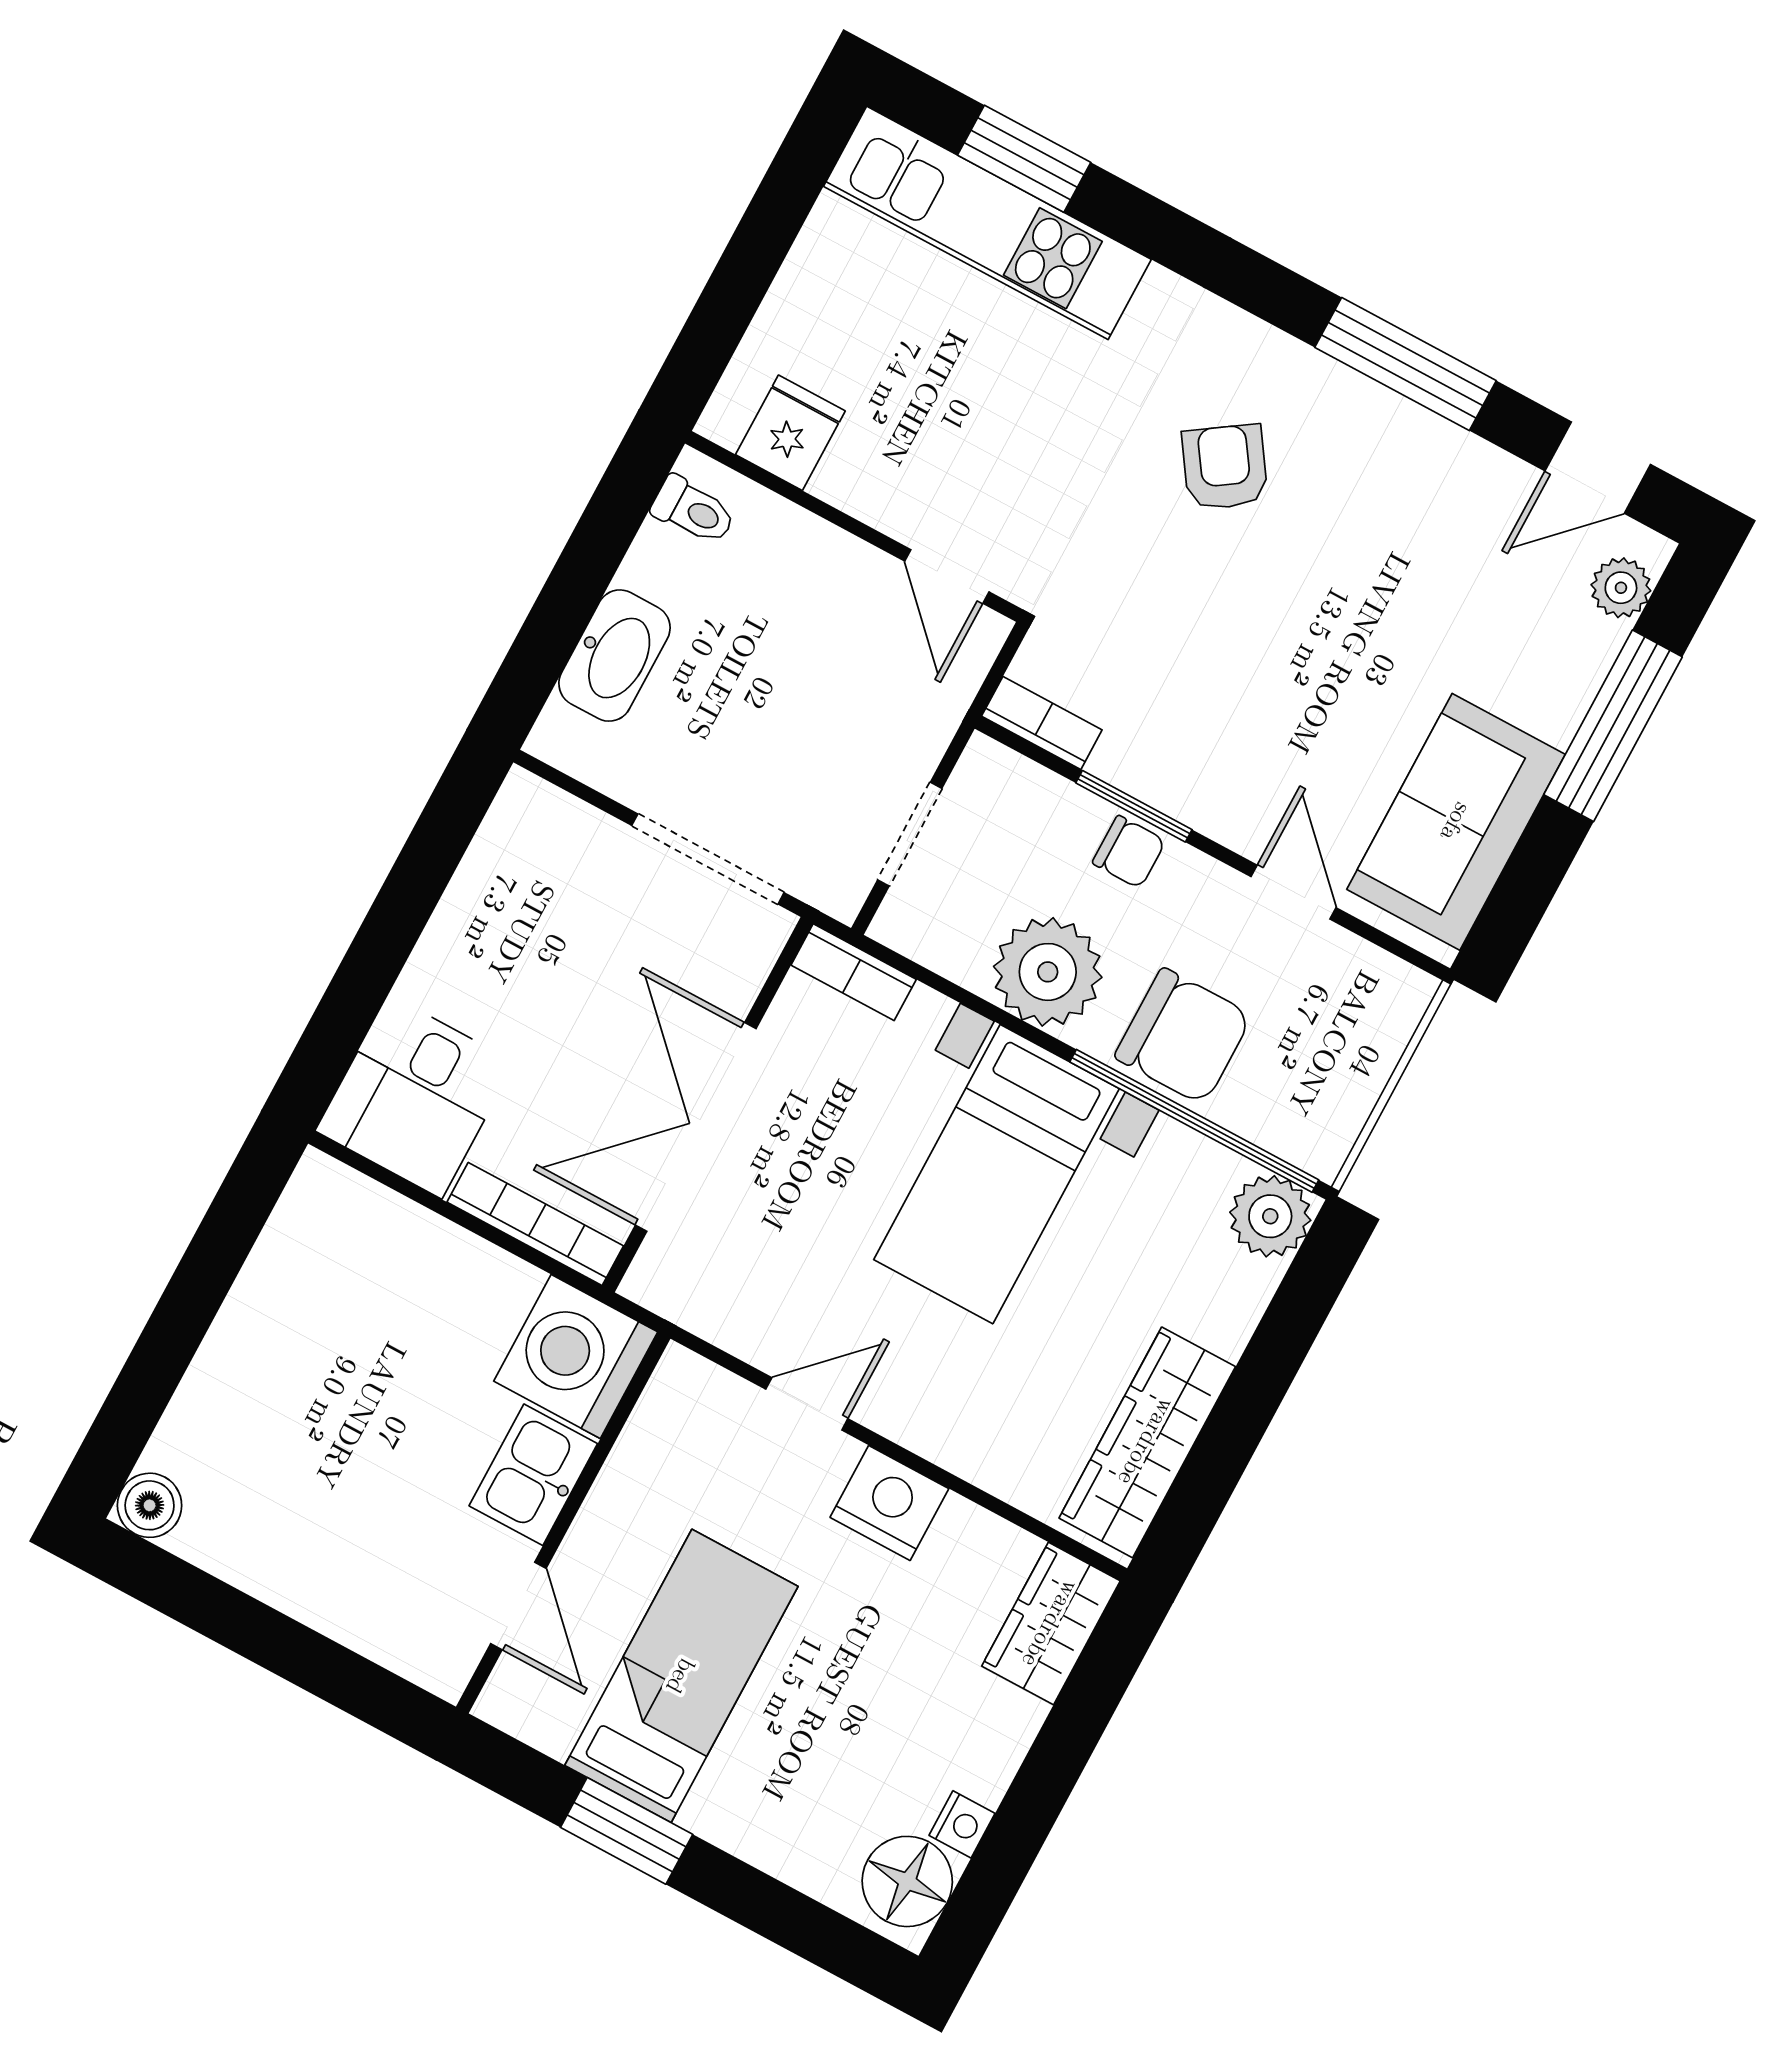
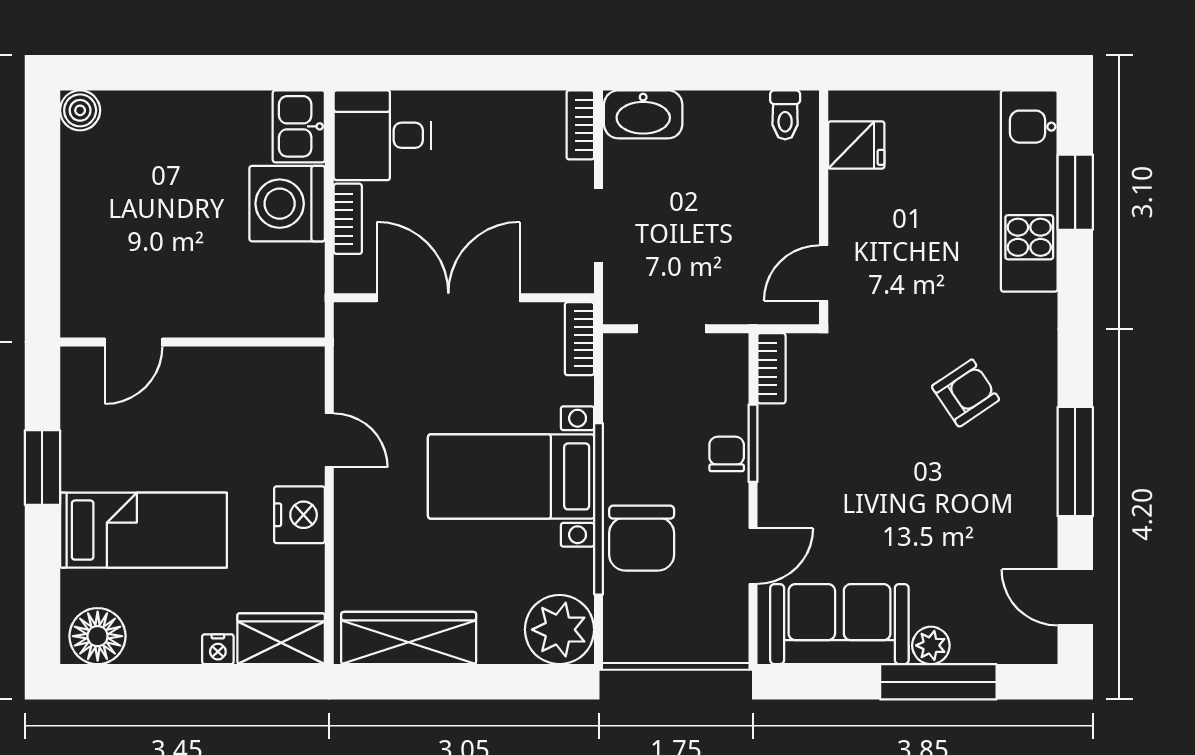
plant: (1621, 588) -> (931, 645), moved
washbasin: (614, 656) -> (643, 114), moved
bookcase: (552, 808) -> (580, 125), added
chair: (1129, 852) -> (727, 454), turned 180
doorway: (708, 859) -> (599, 226), width x0.73
plant: (1048, 972) -> (637, 445), removed
window: (1194, 1121) -> (599, 509), moved
plant: (1270, 1216) -> (559, 630), width x1.36, depth x1.36
bookcase: (535, 1224) -> (348, 219), width x0.64
washing machine: (576, 1357) -> (287, 204), moved, turned -90
kitchen sink: (533, 1475) -> (299, 126), moved, turned -90
bed: (681, 1676) -> (143, 530), moved
nightstand: (962, 1824) -> (218, 649), moved

